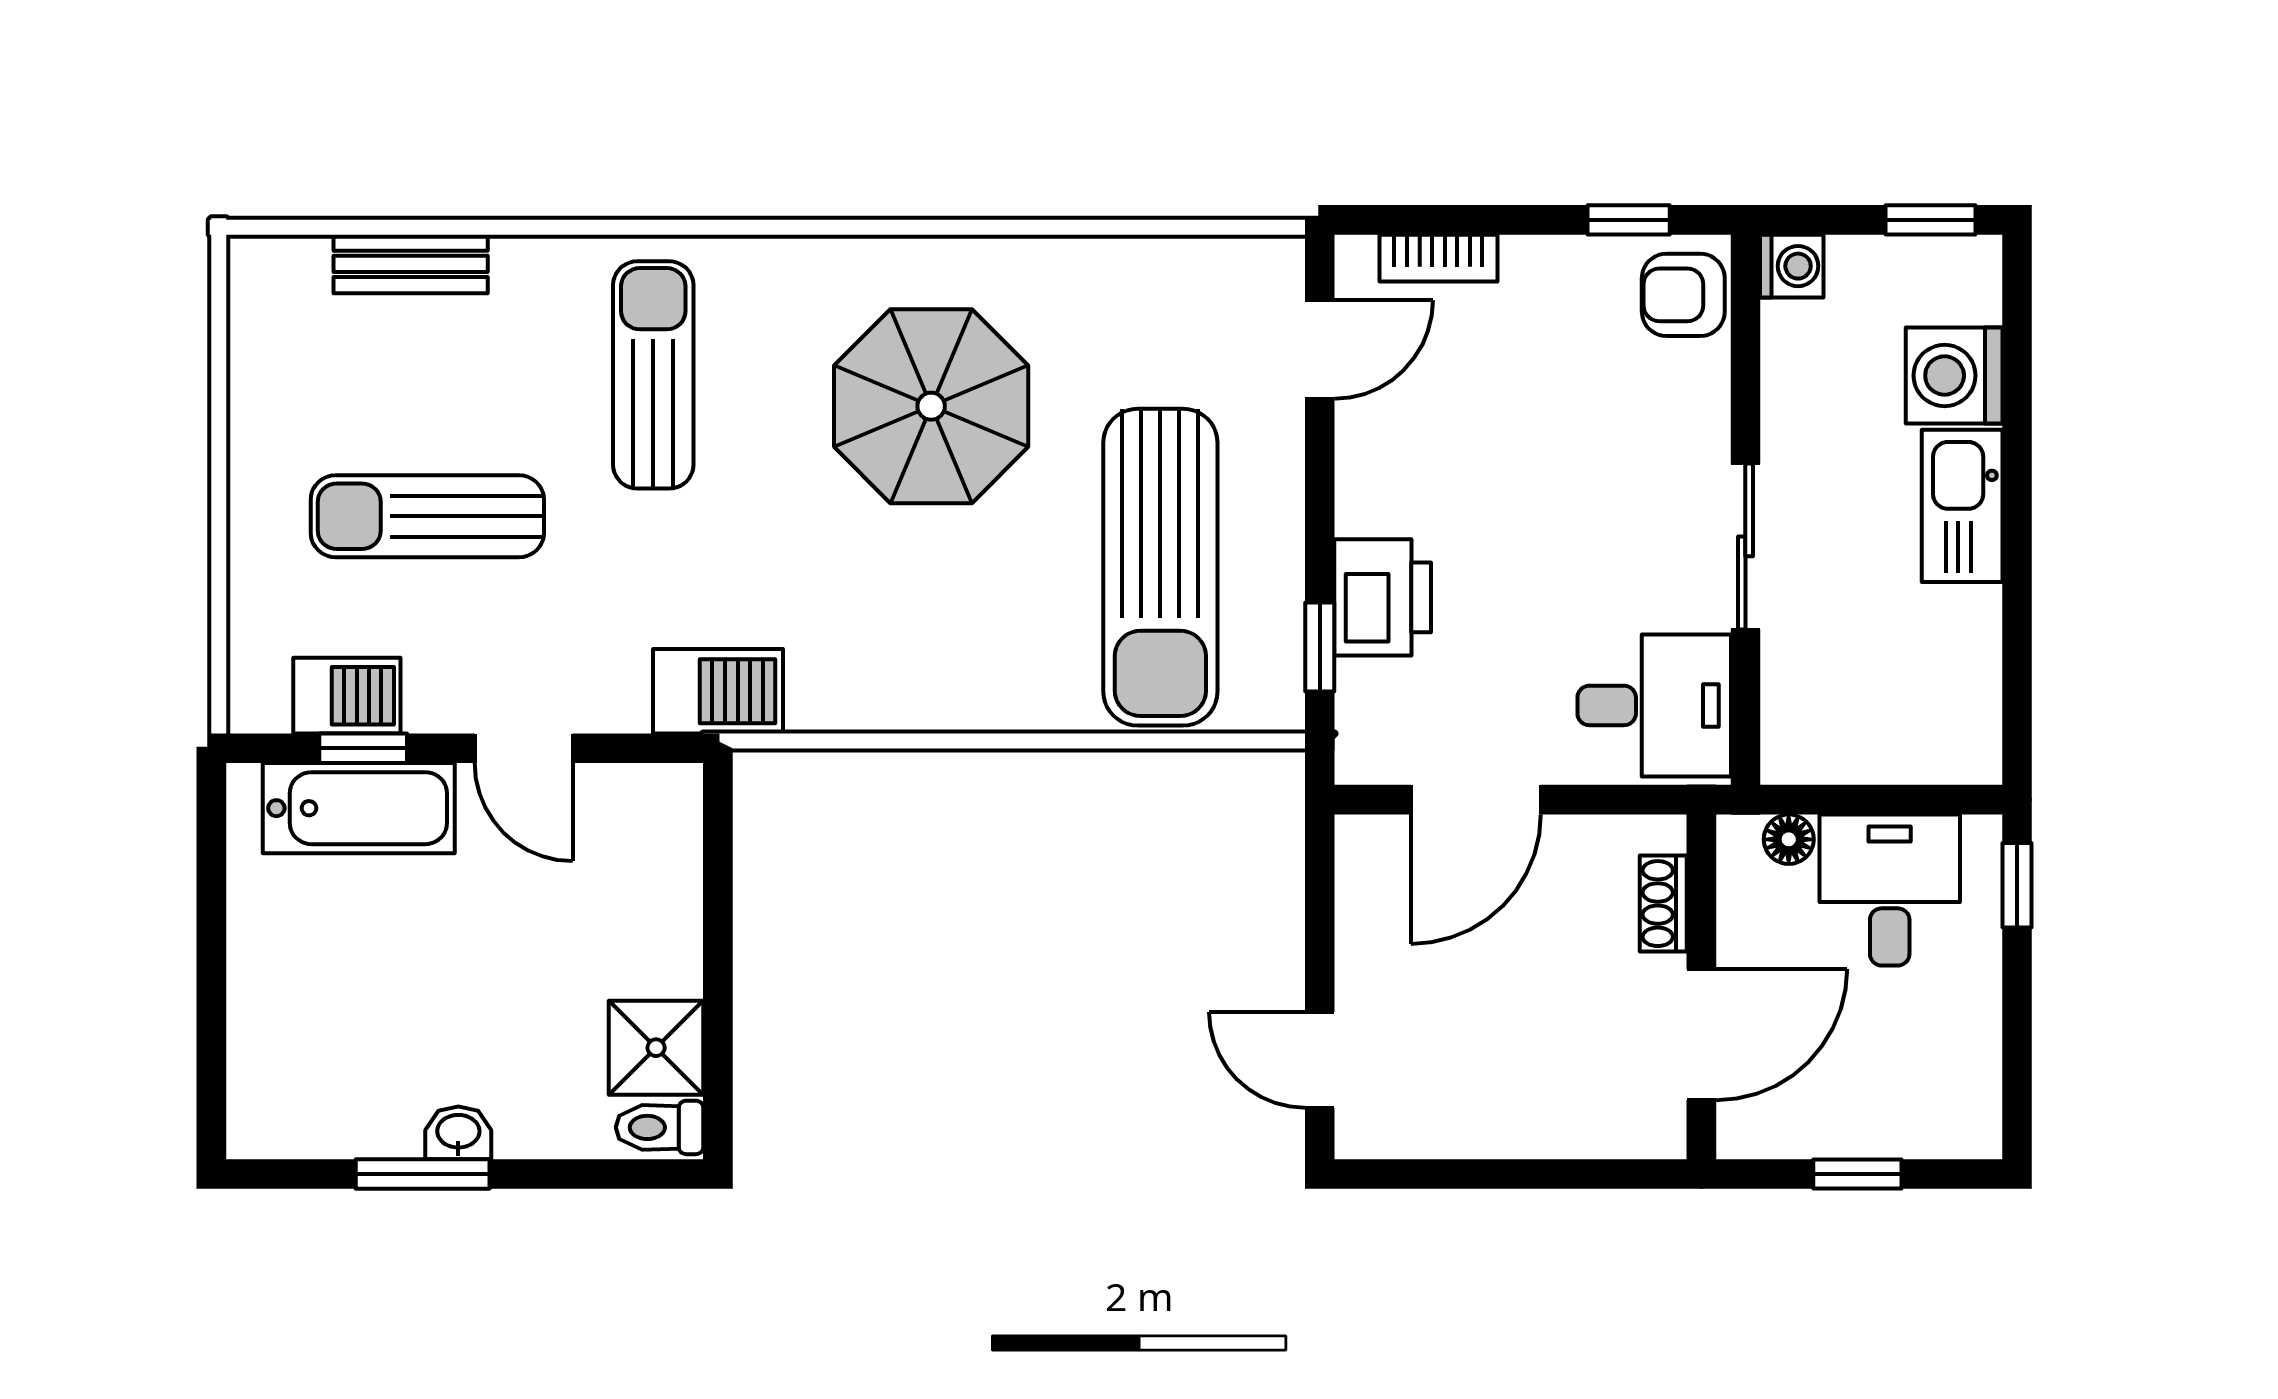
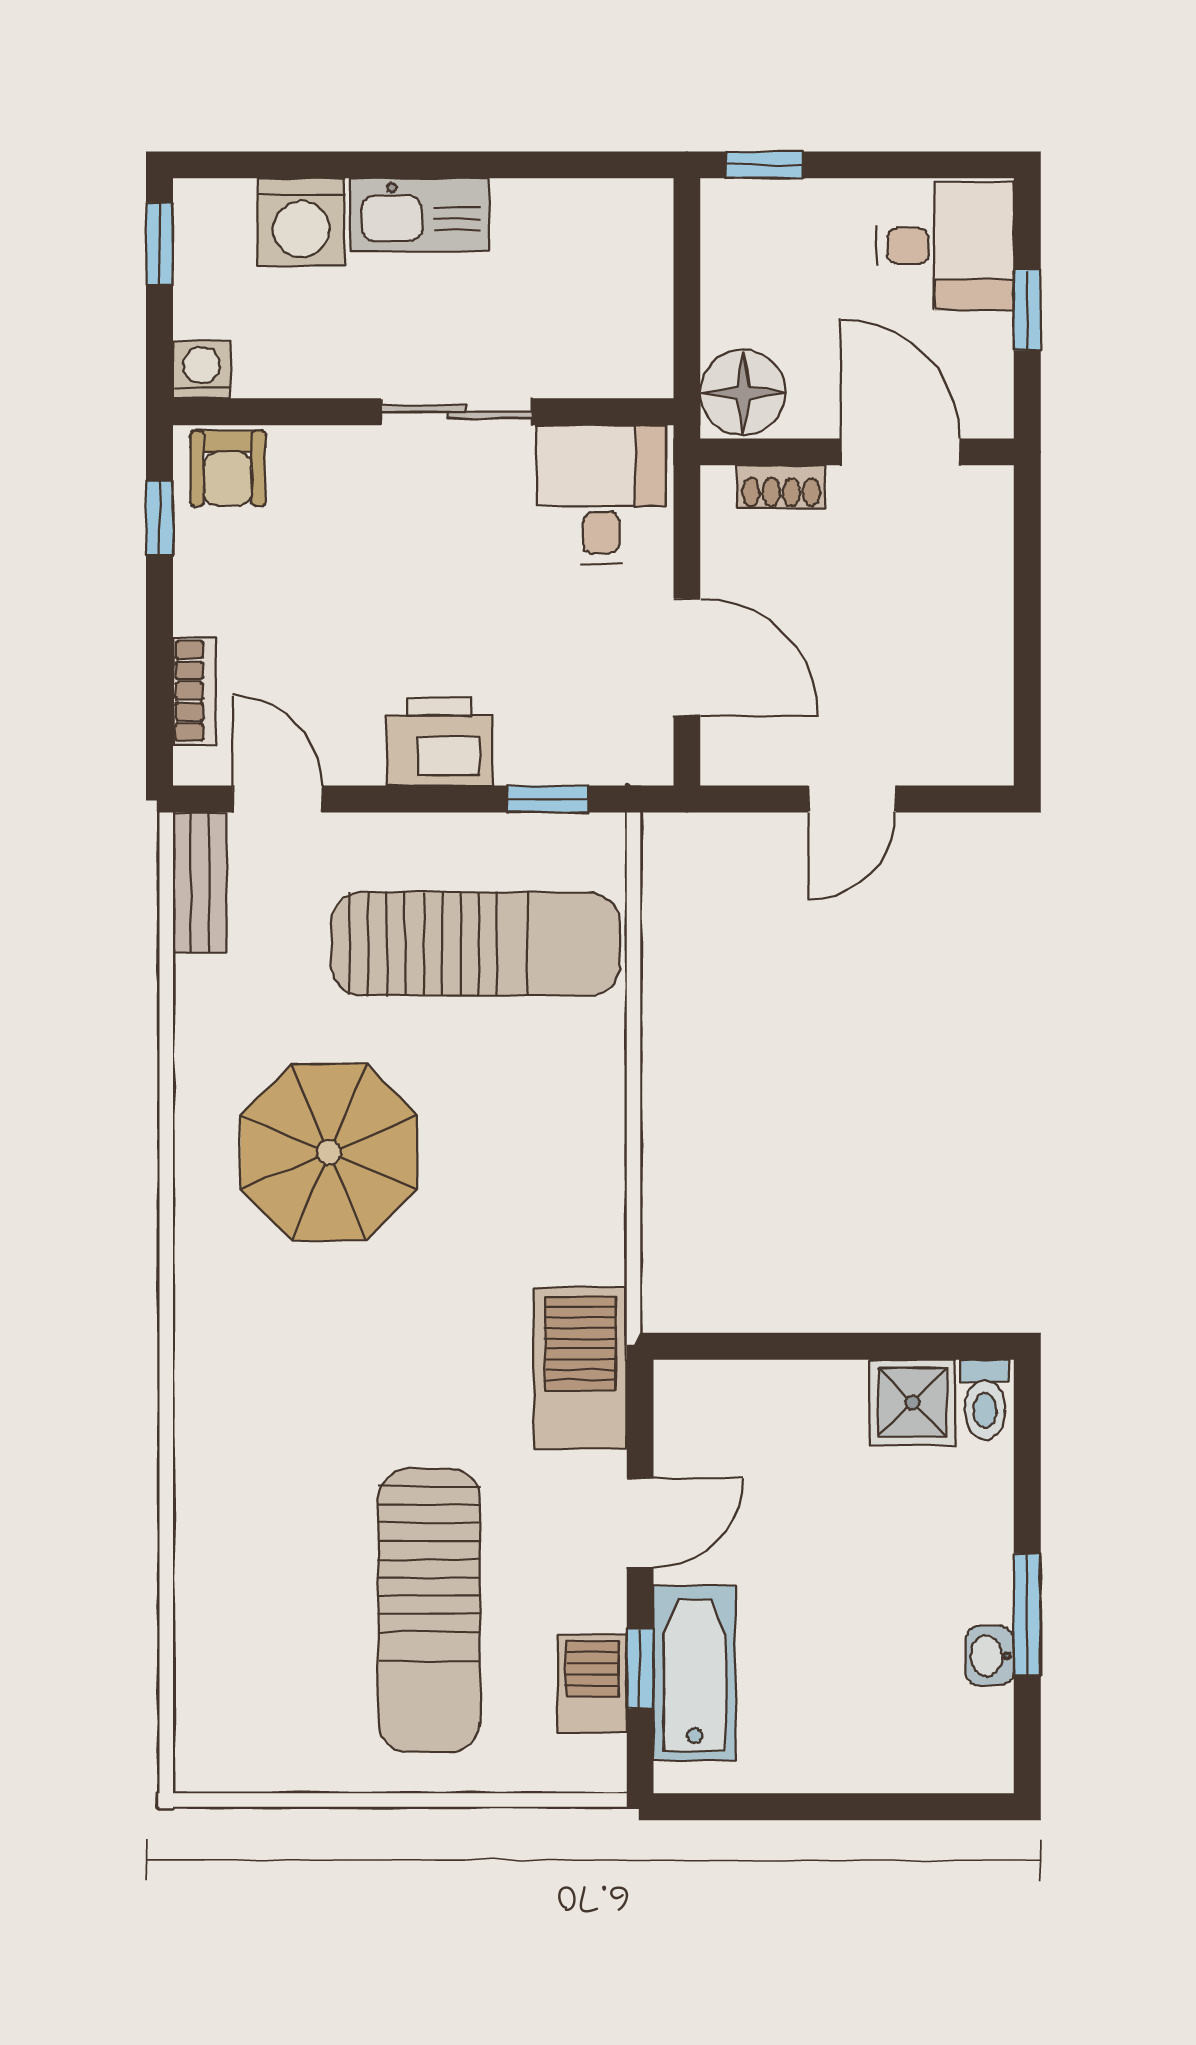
bench: (411, 264) -> (200, 882), moved
sun lounger: (653, 375) -> (301, 1405), removed
sun lounger: (427, 516) -> (429, 1610), width x1.36, depth x1.34
printer: (1383, 597) -> (440, 742), moved
barbecue: (718, 691) -> (580, 1368), width x1.37, depth x1.21
floor lamp: (1789, 839) -> (743, 393), width x1.89, depth x1.89
desk: (1890, 890) -> (945, 246), moved, turned 180
door: (1320, 1060) -> (852, 799), moved
washbasin: (458, 1133) -> (990, 1656), moved

